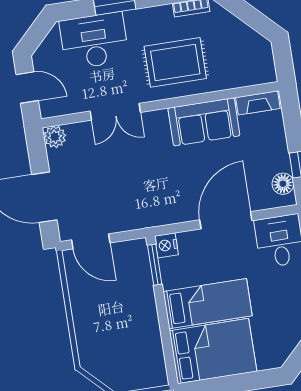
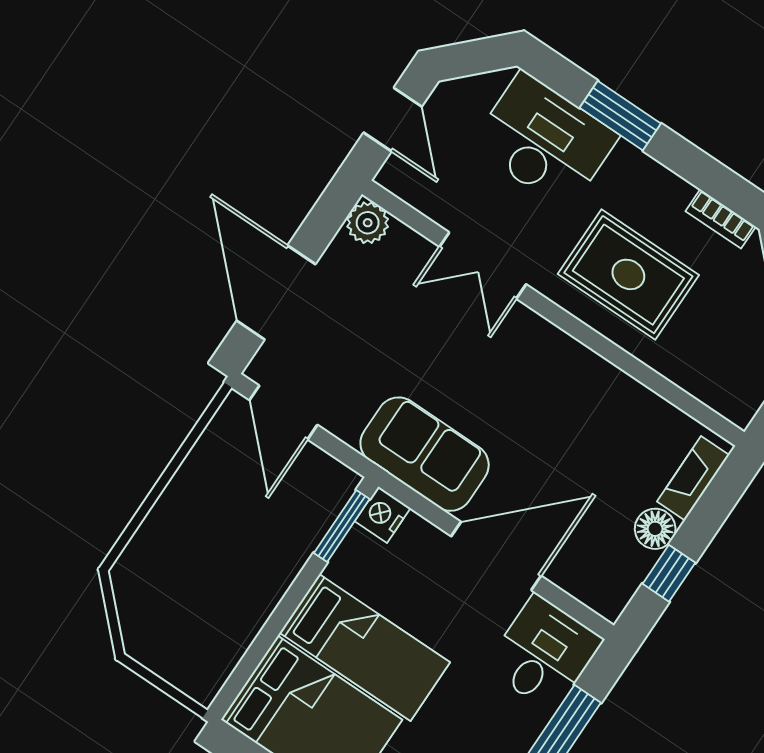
fireplace: (258, 103) -> (693, 478), moved, turned 90
sofa: (204, 122) -> (425, 454), moved, turned 180
floor lamp: (283, 184) -> (655, 529), moved

